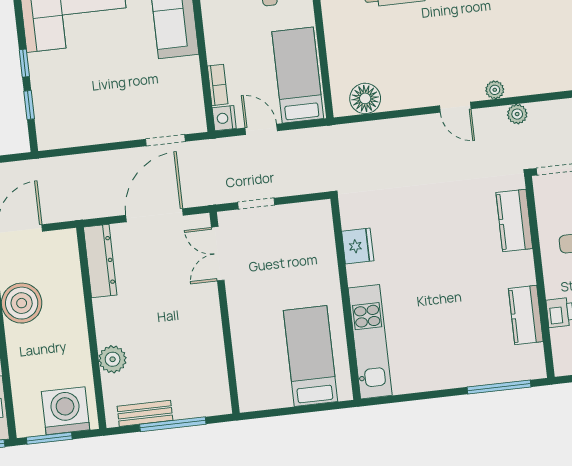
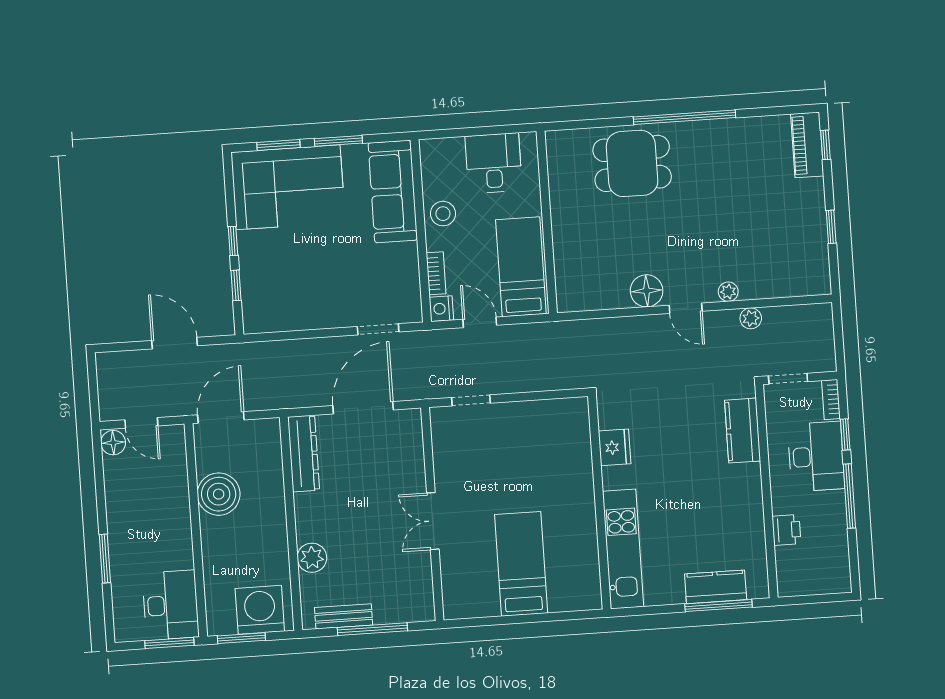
stool: (222, 28) -> (443, 214), added
floor lamp: (365, 98) -> (647, 291), moved
fridge: (358, 246) -> (615, 447), moved
double door: (218, 254) -> (433, 521), moved
wall: (346, 299) -> (599, 503), moved
kitchen counter: (526, 315) -> (716, 587), moved, turned 90
kitchen unit: (370, 342) -> (623, 549), moved

